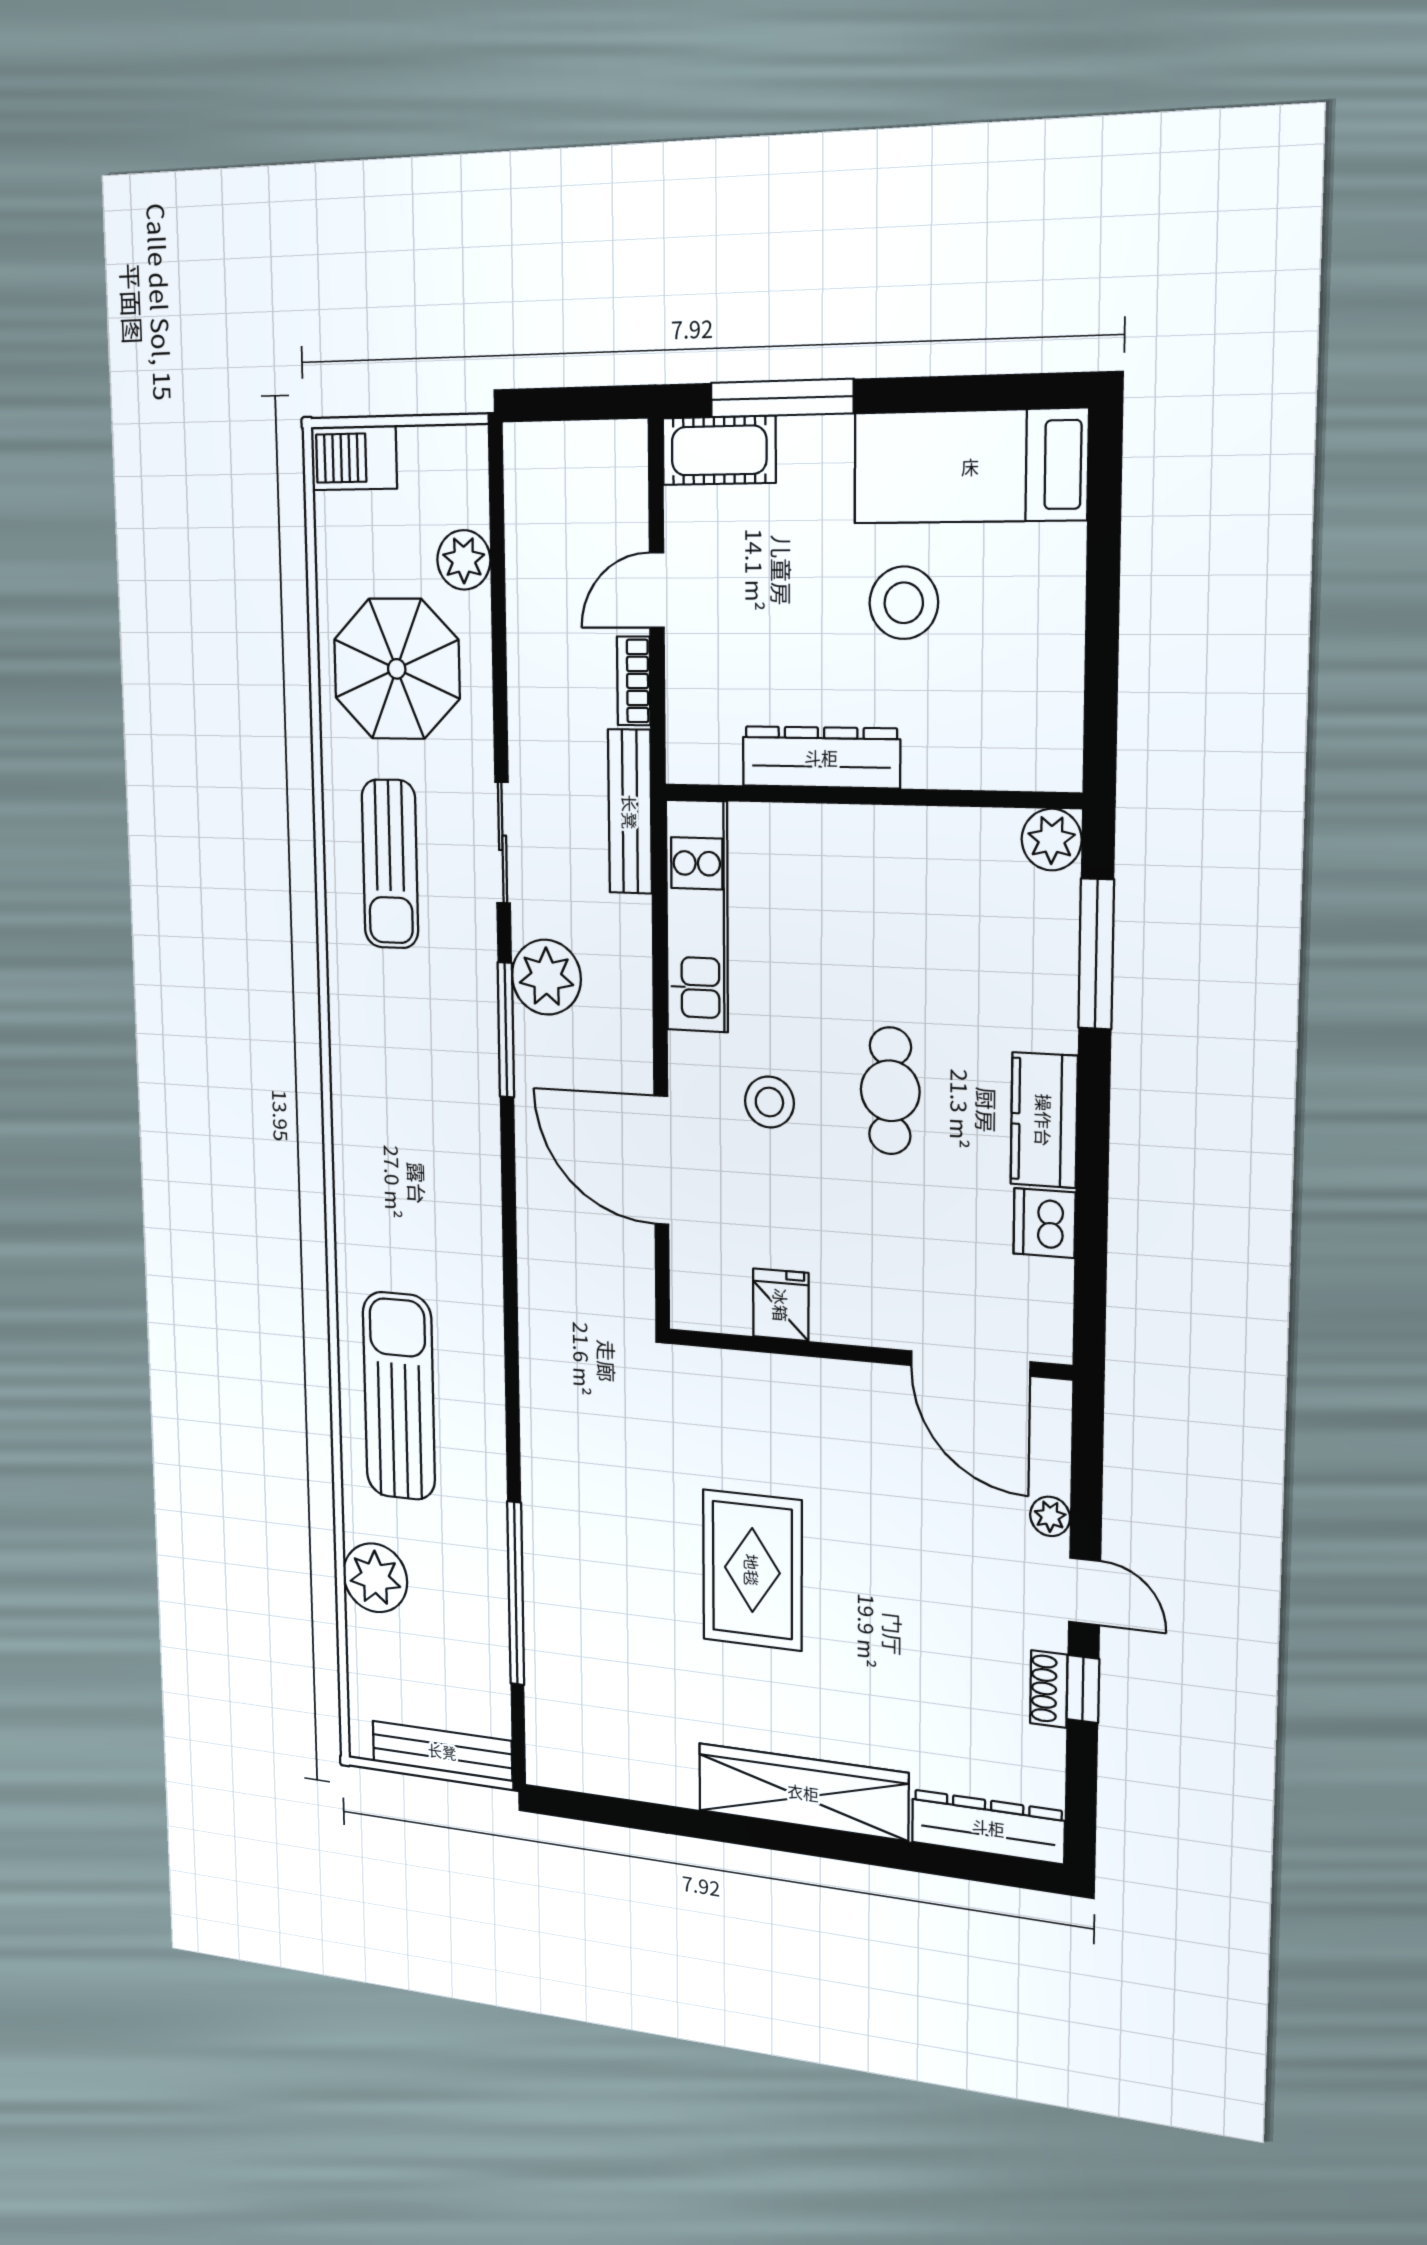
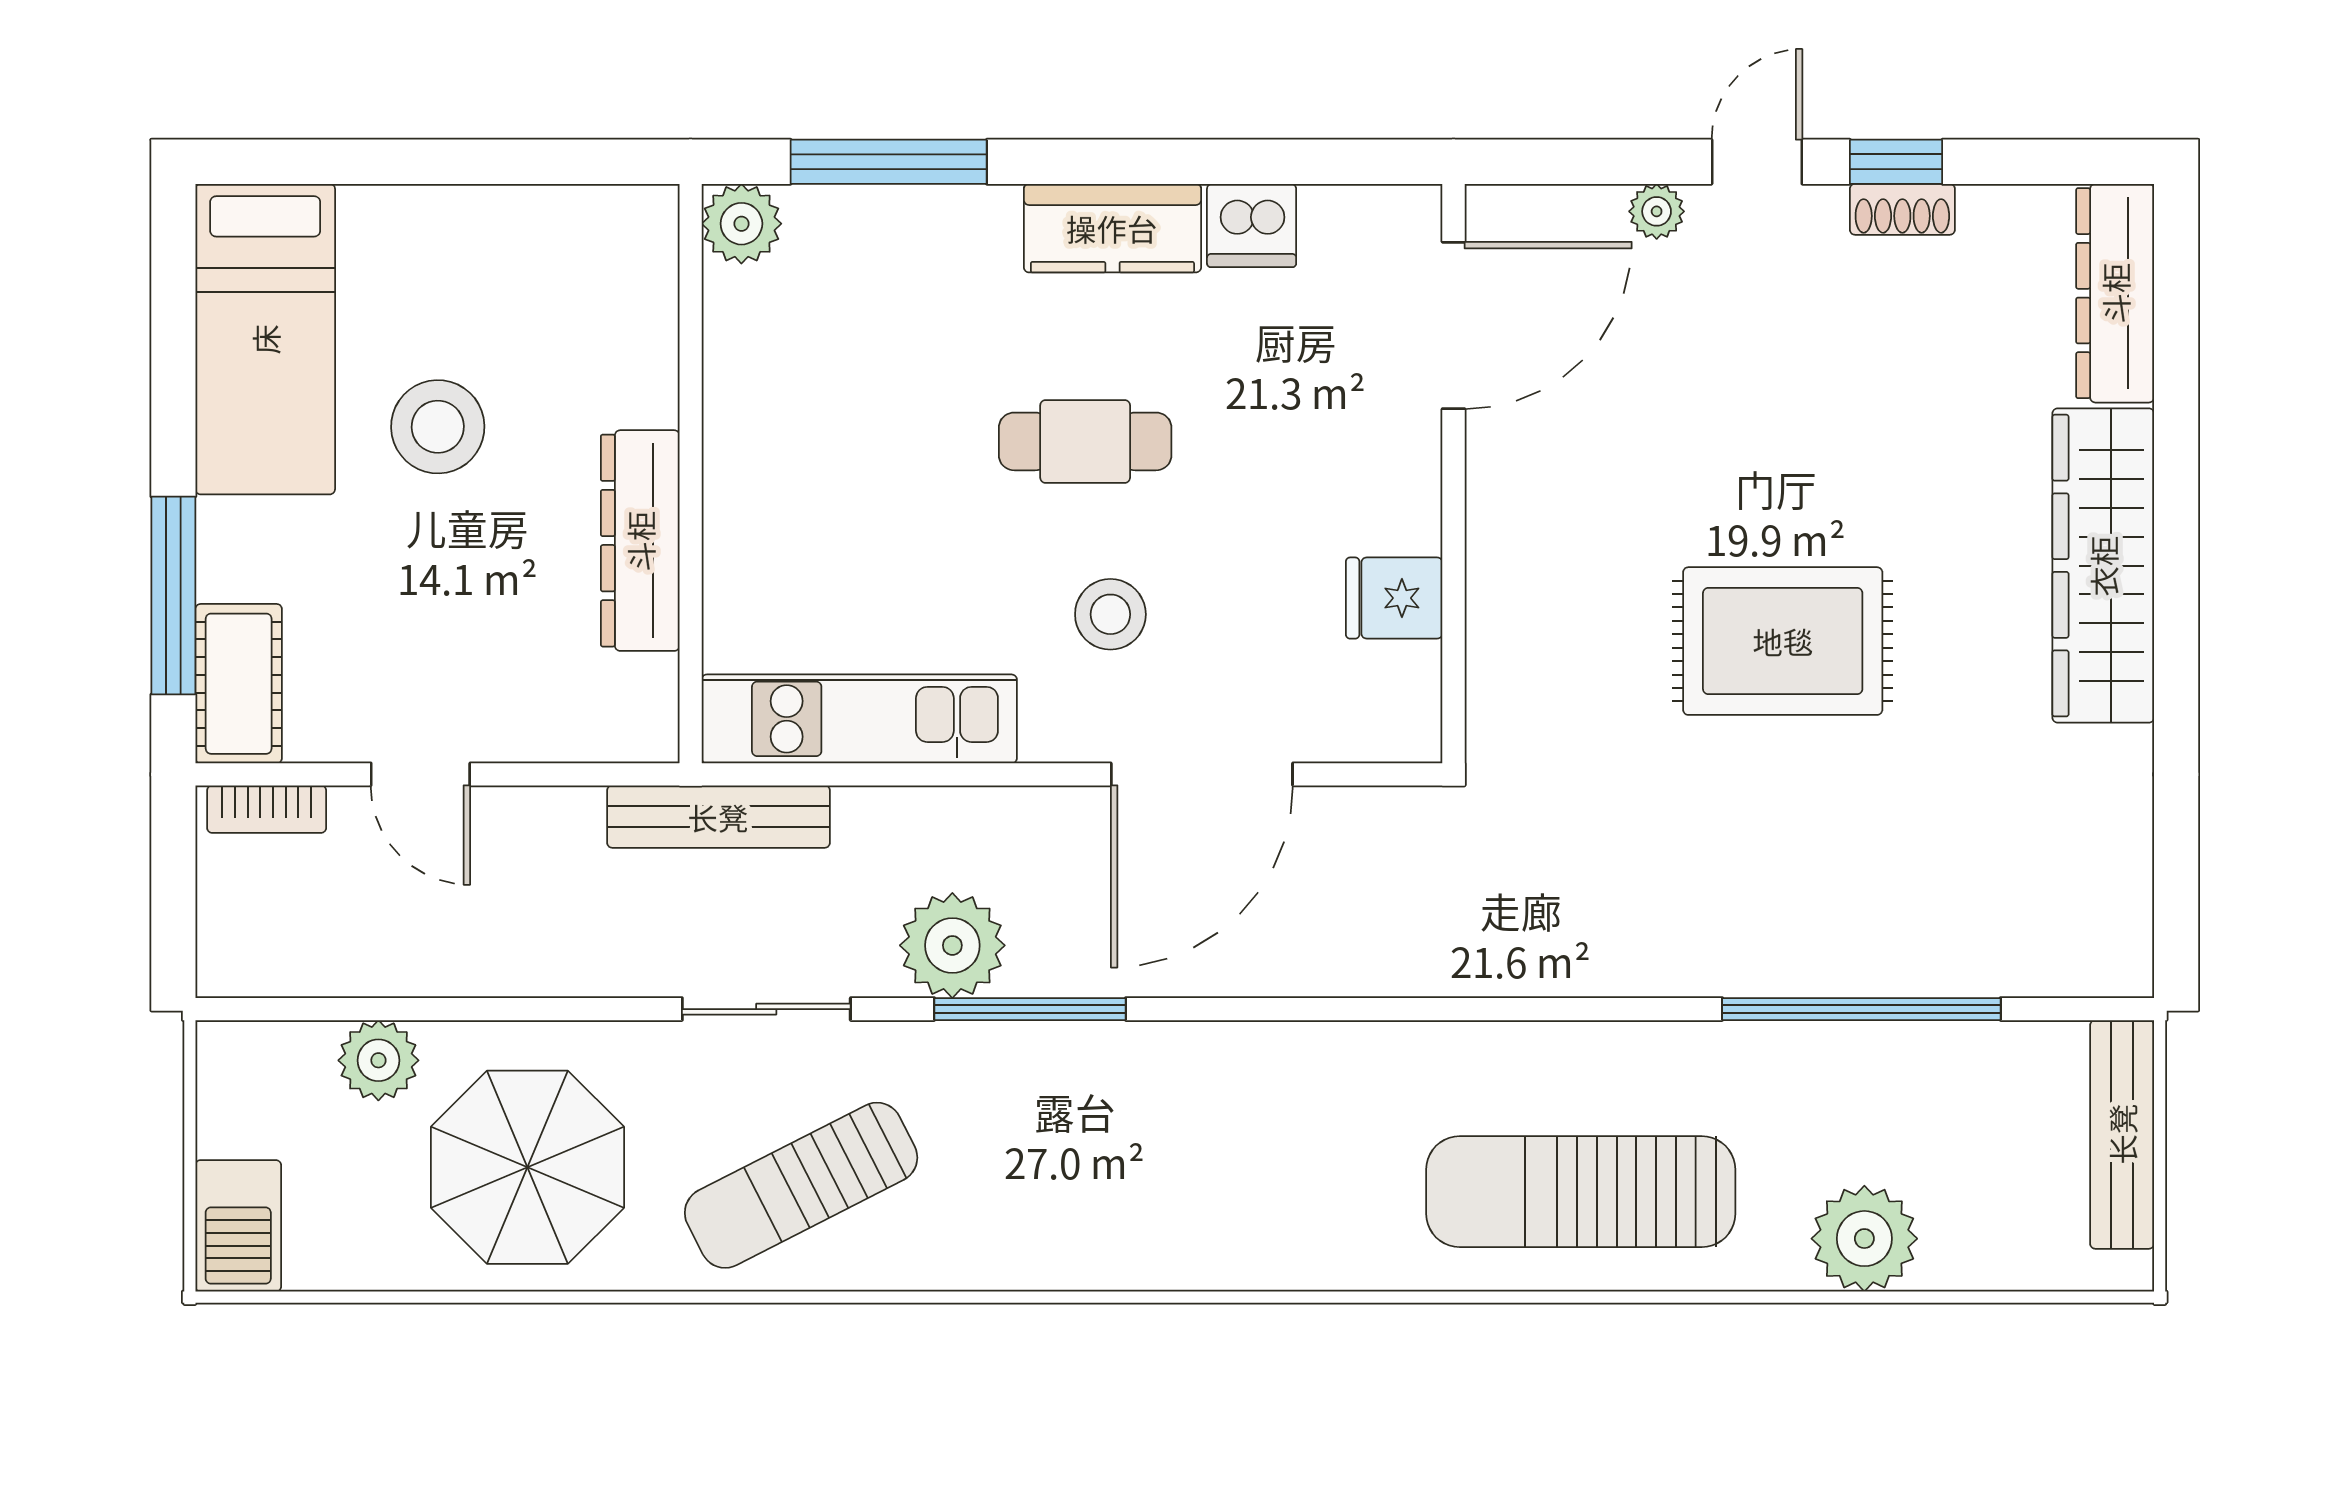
bookcase: (634, 681) -> (267, 809), moved
sun lounger: (390, 864) -> (801, 1185), turned 153

